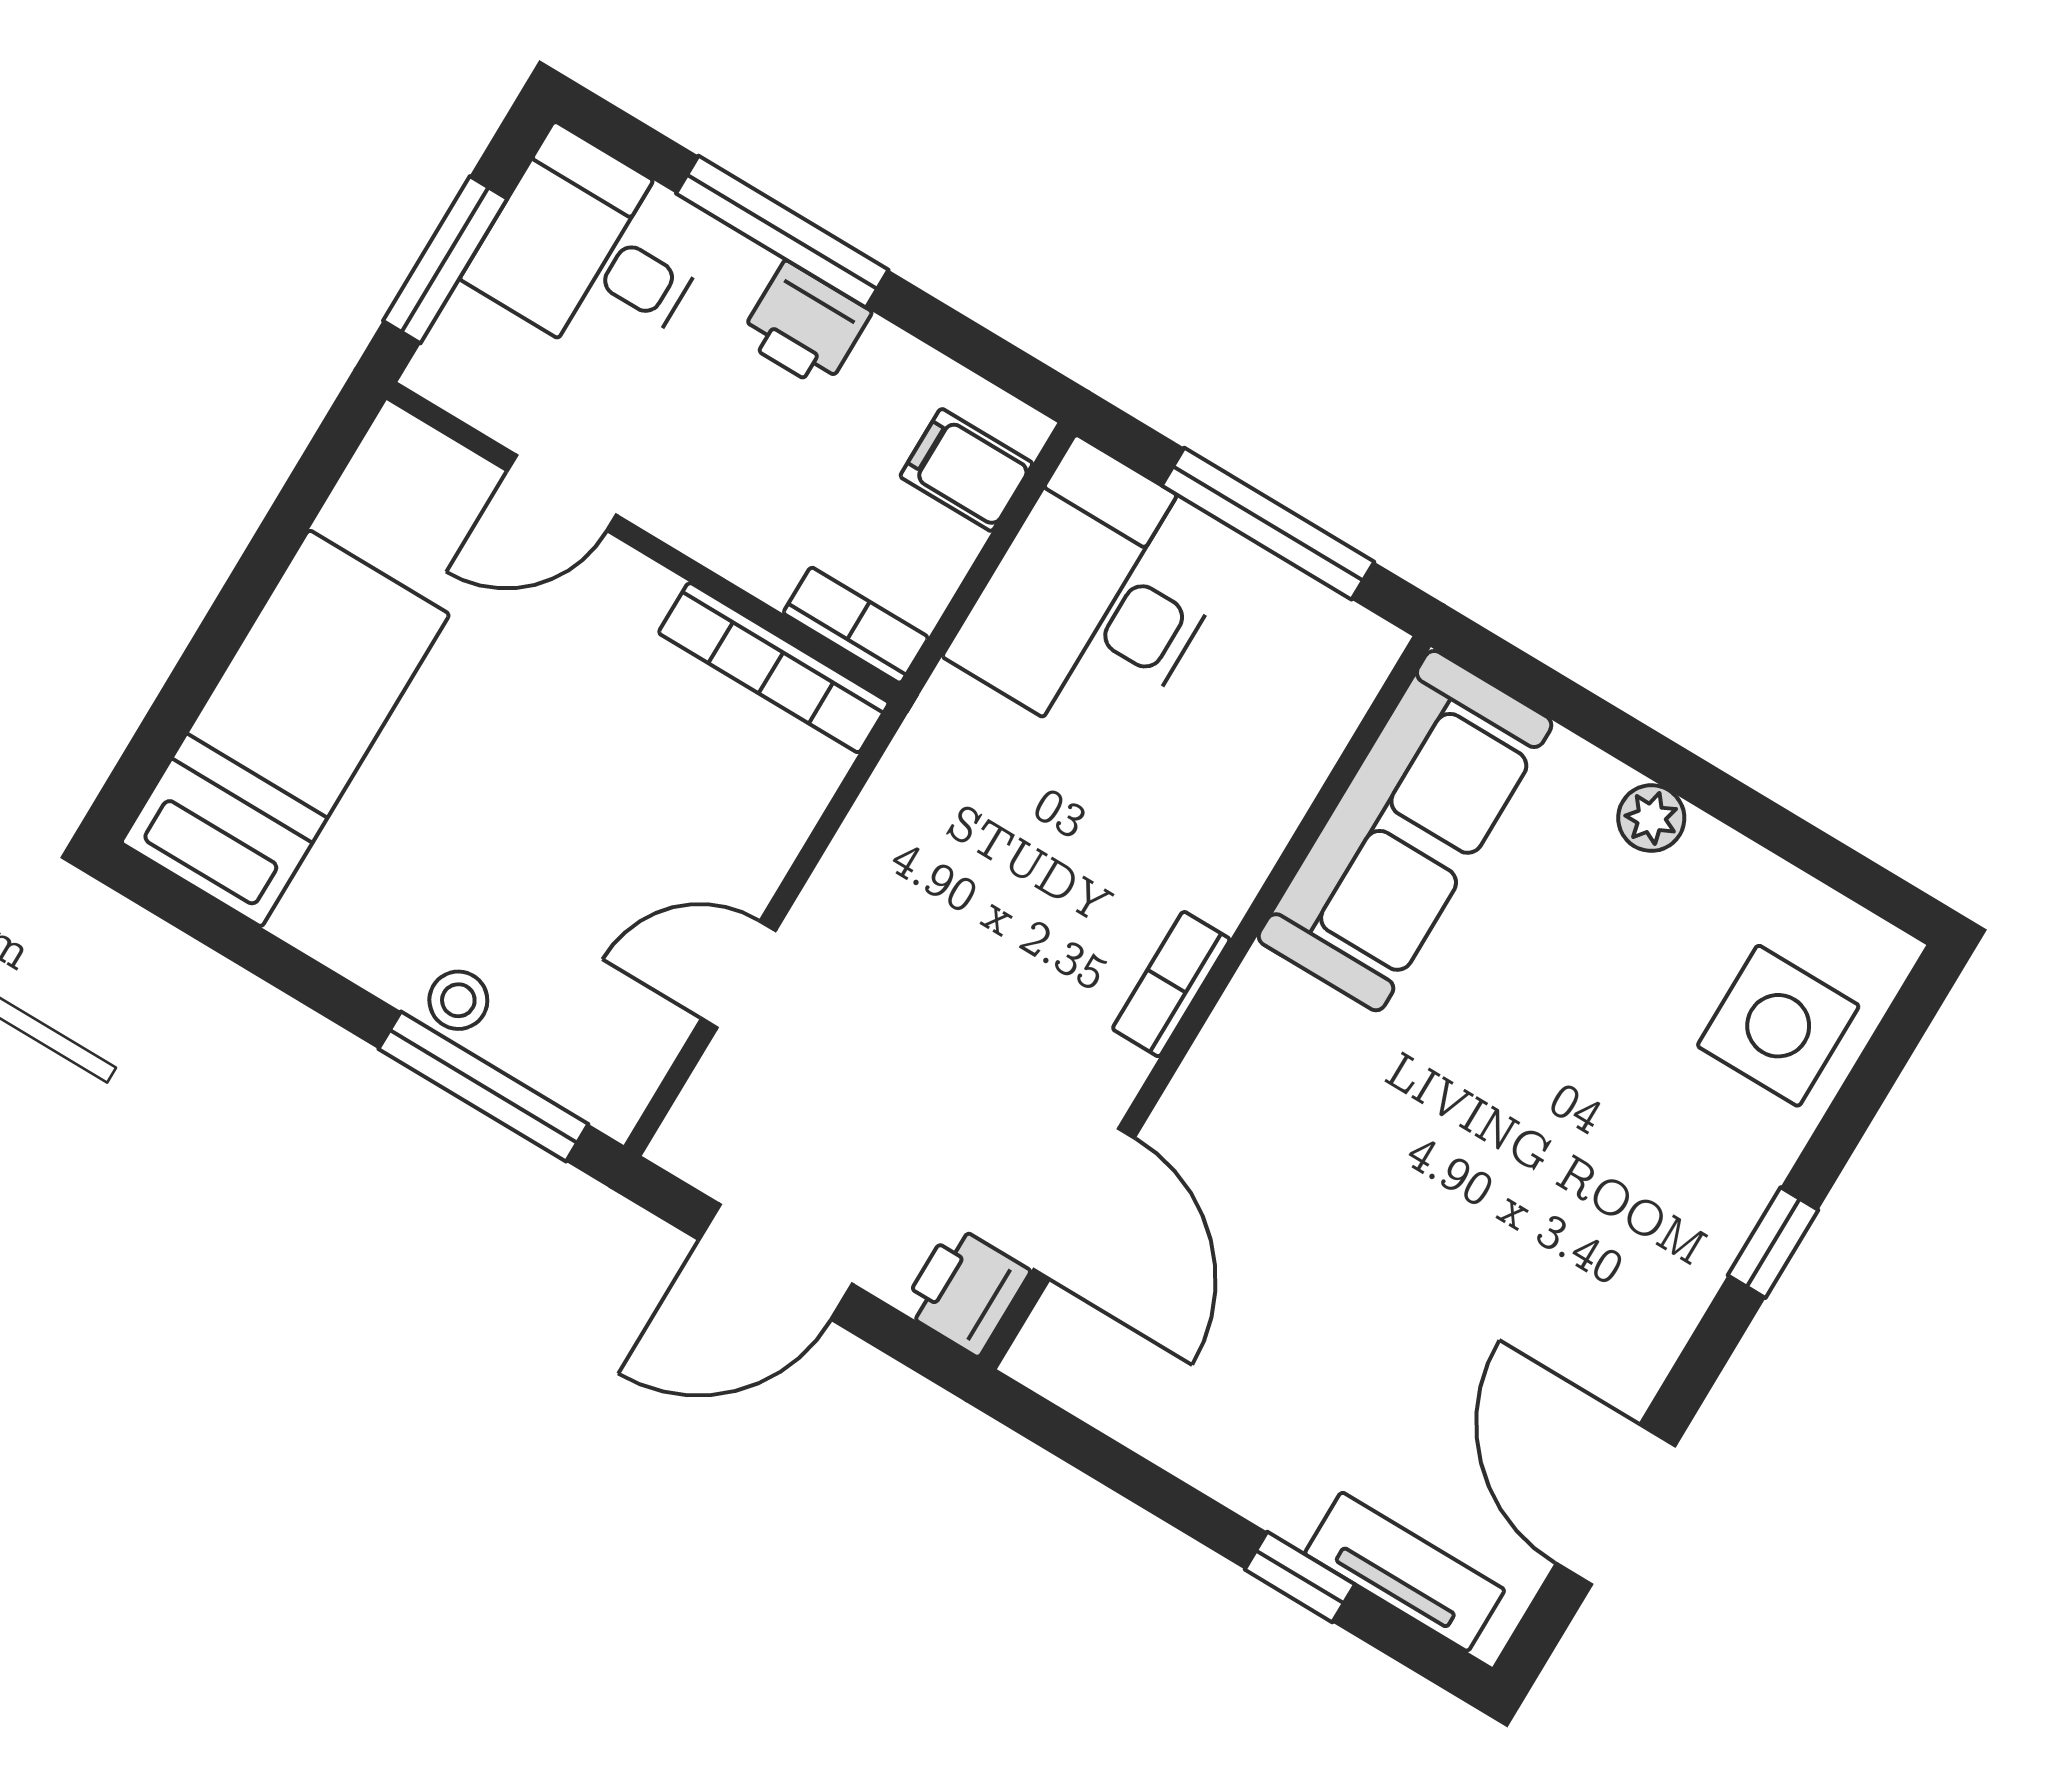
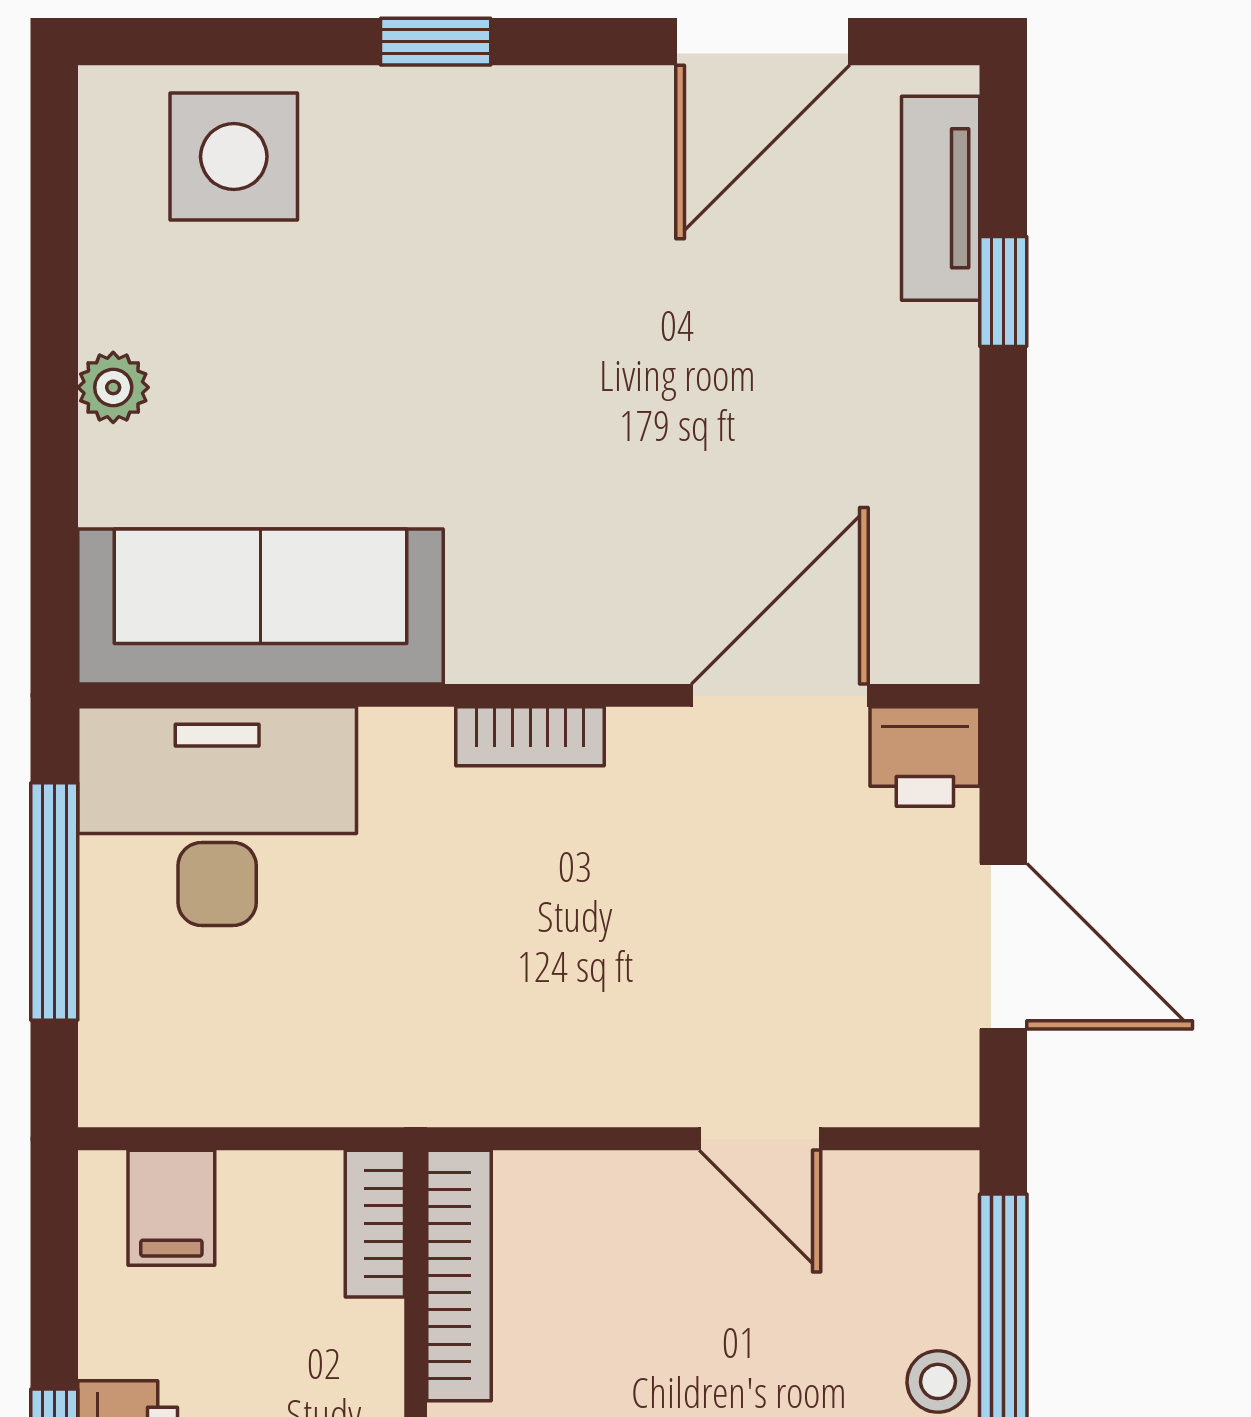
desk: (1096, 598) -> (217, 816), moved, turned 180

